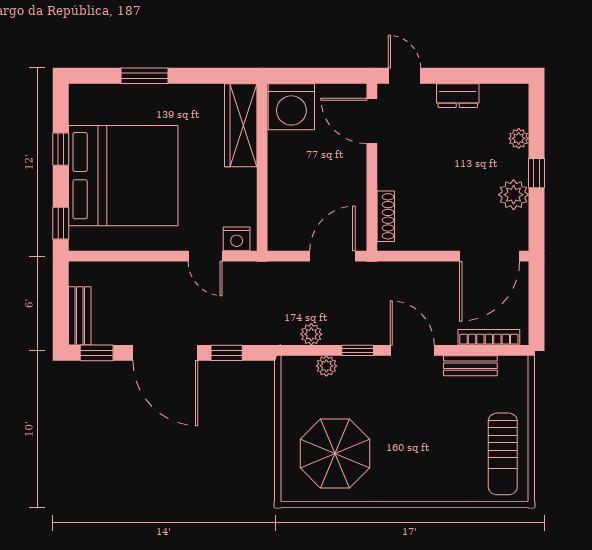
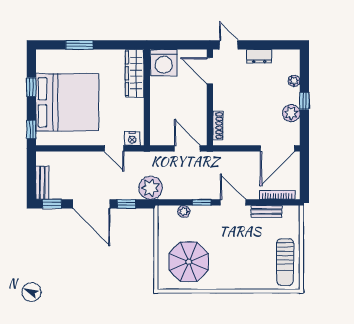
door: (332, 256) -> (187, 148), hinge flipped
plant: (311, 334) -> (151, 188), moved, width x1.87, depth x1.87

